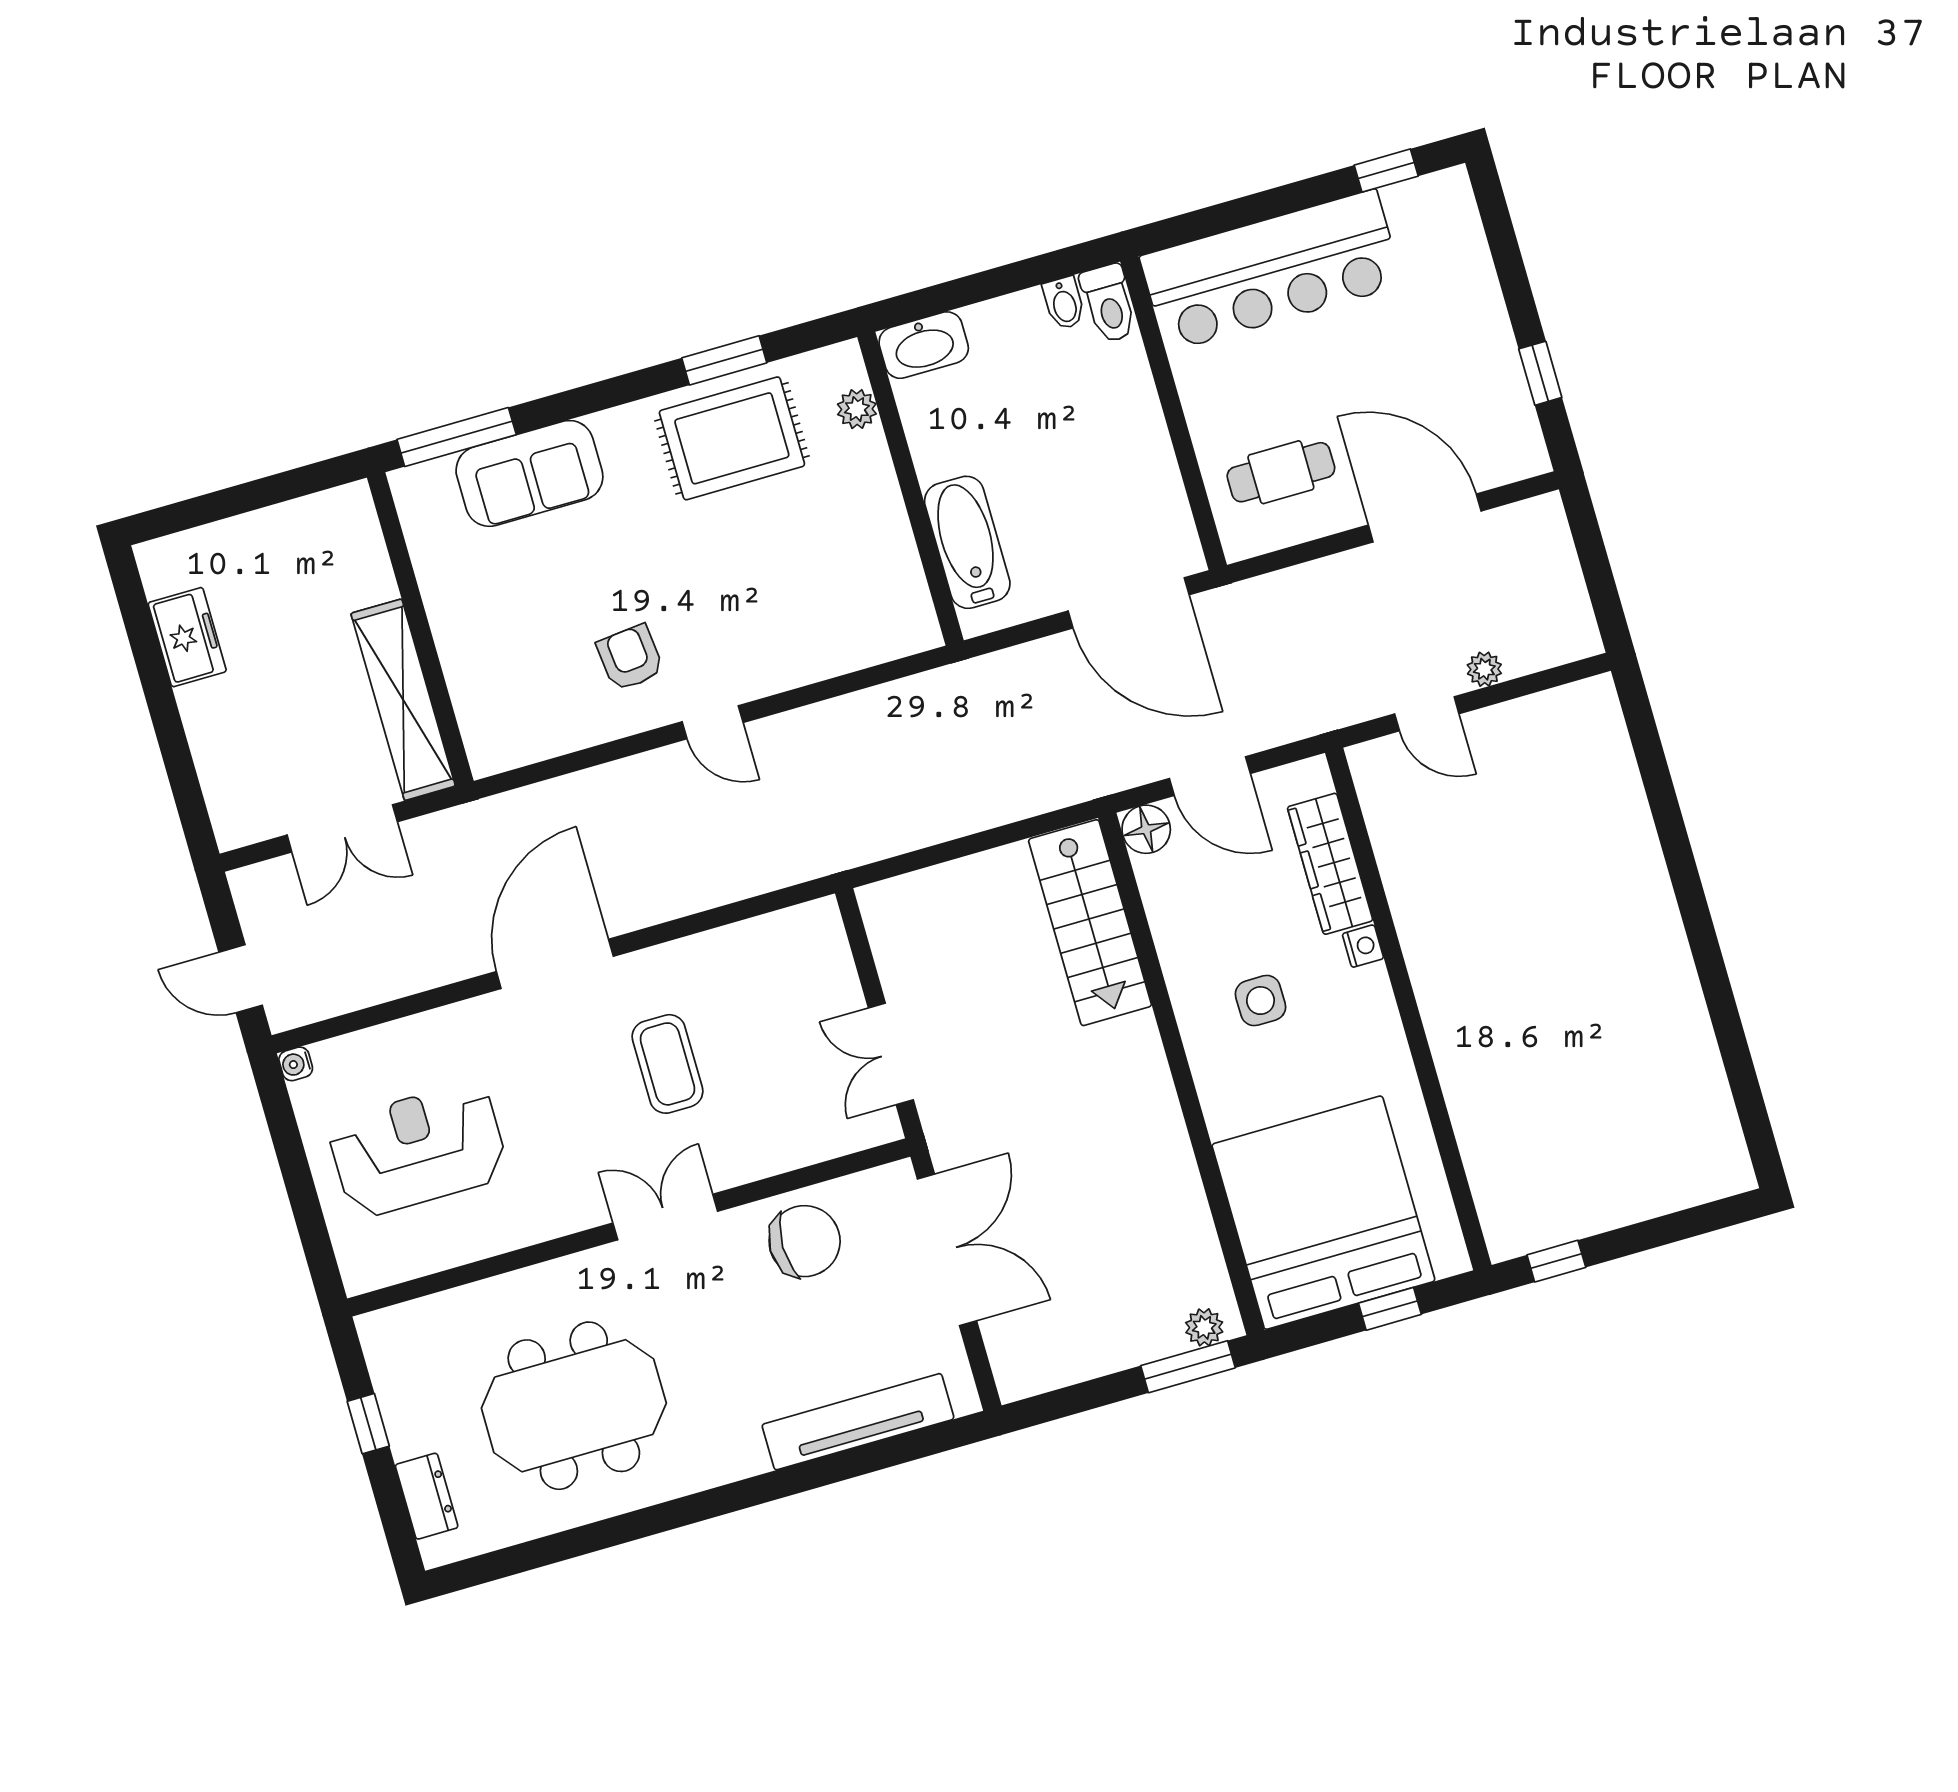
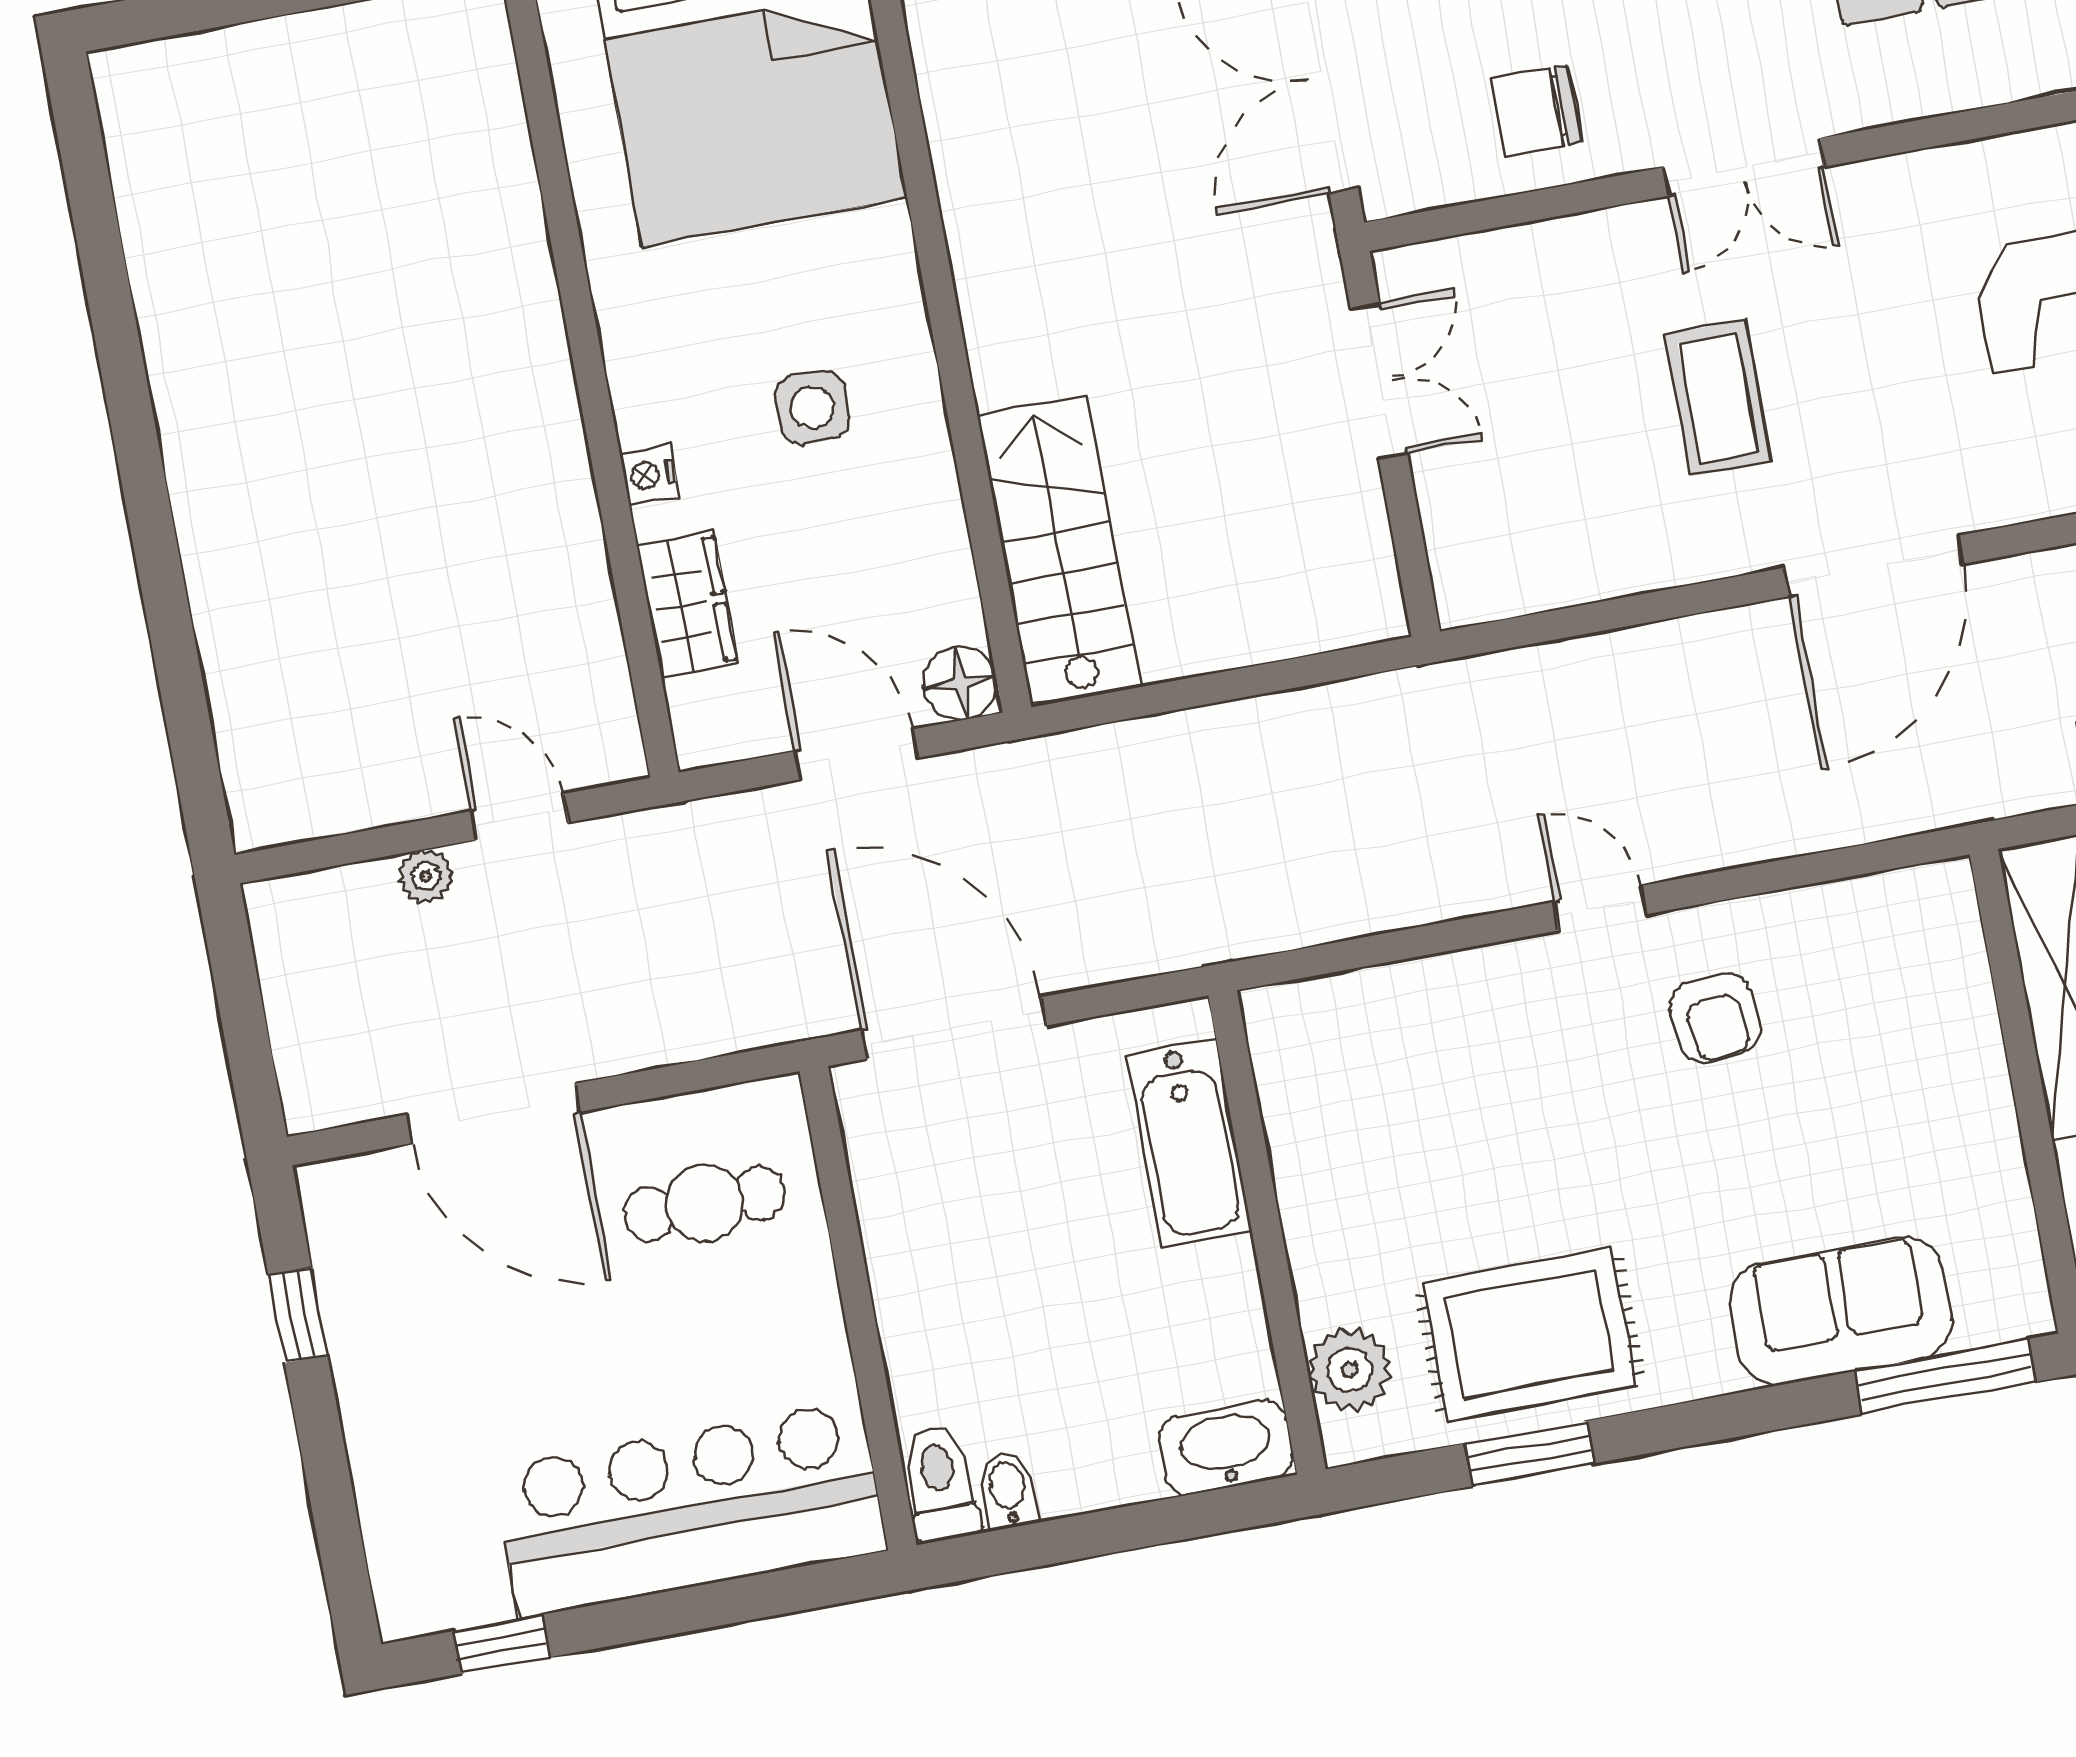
plant: (857, 409) -> (1350, 1370), width x1.38, depth x1.38
wardrobe: (1330, 864) -> (687, 604), width x0.67
chair: (805, 1241) -> (1537, 110), width x0.73, depth x0.73

